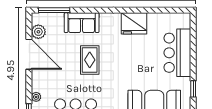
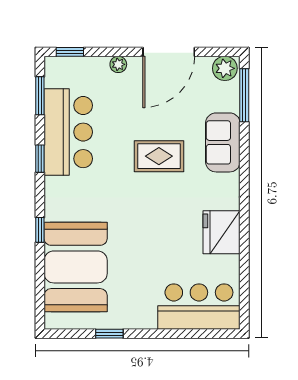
plant: (38, 32) -> (225, 68), moved
bar counter: (177, 53) -> (199, 307), moved
plant: (36, 97) -> (118, 64), moved

